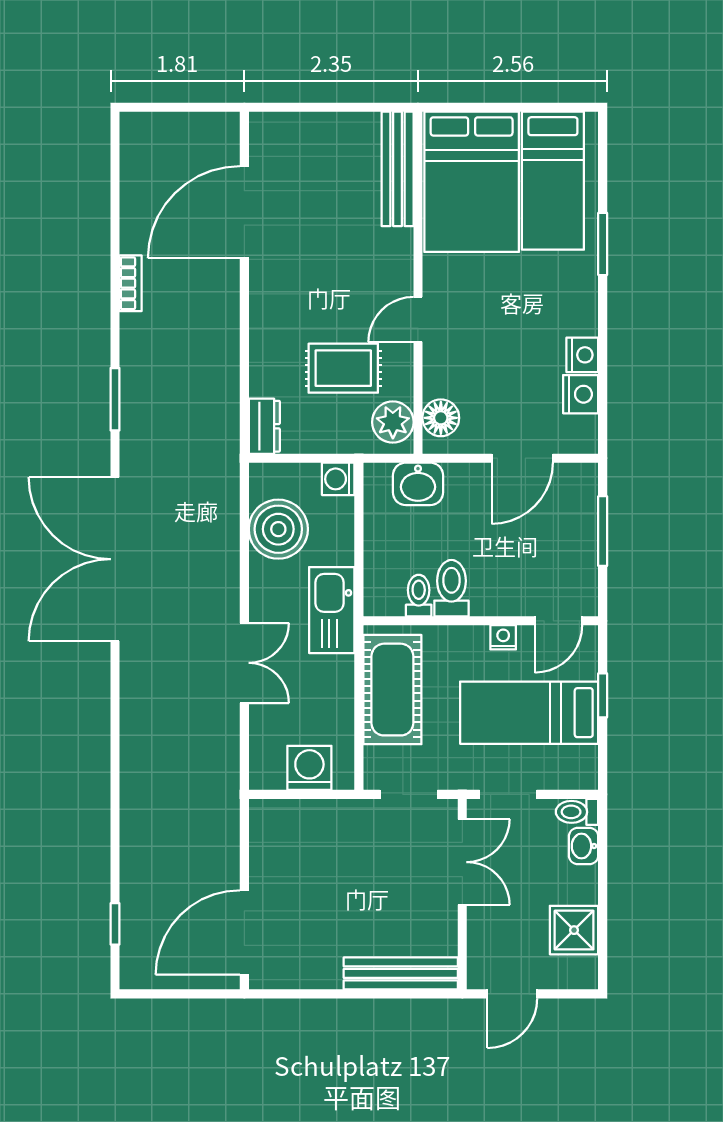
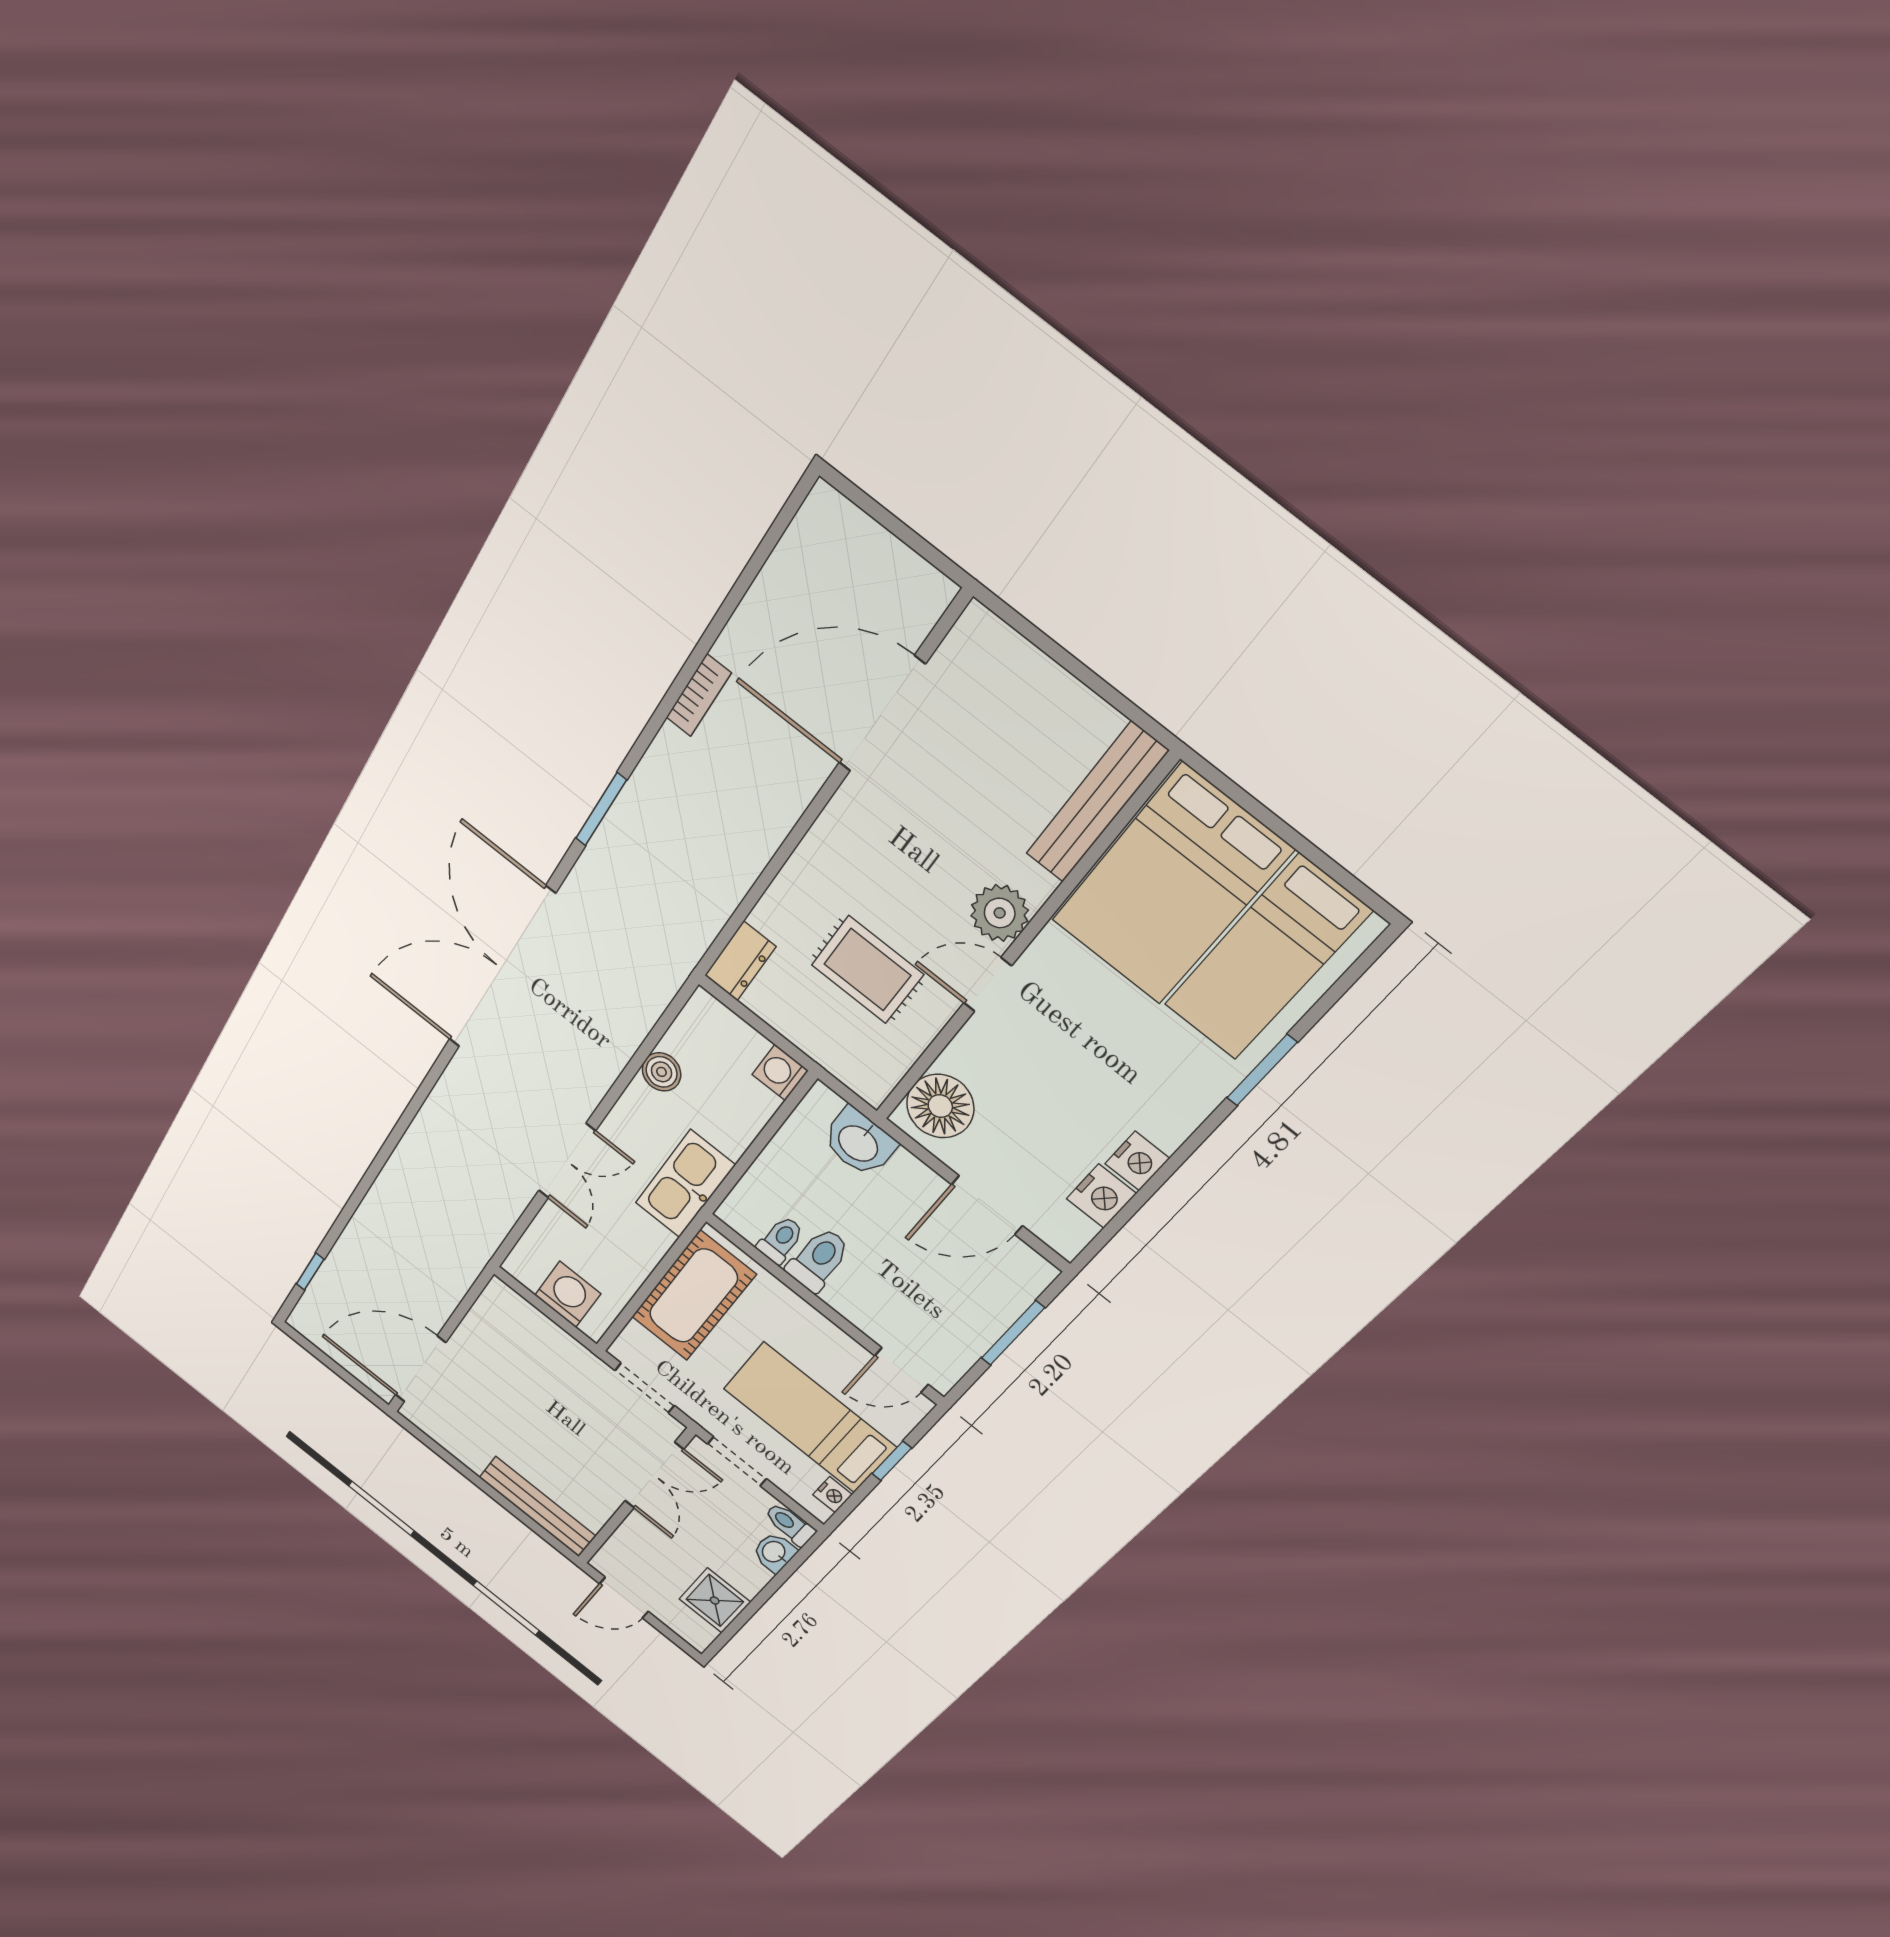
floor lamp: (441, 418) -> (940, 1106), width x1.38, depth x1.38
plant: (393, 422) -> (1000, 913), moved
boiler: (278, 529) -> (662, 1072), width x0.54, depth x0.54
nightstand: (503, 637) -> (832, 1495), moved, turned 90

